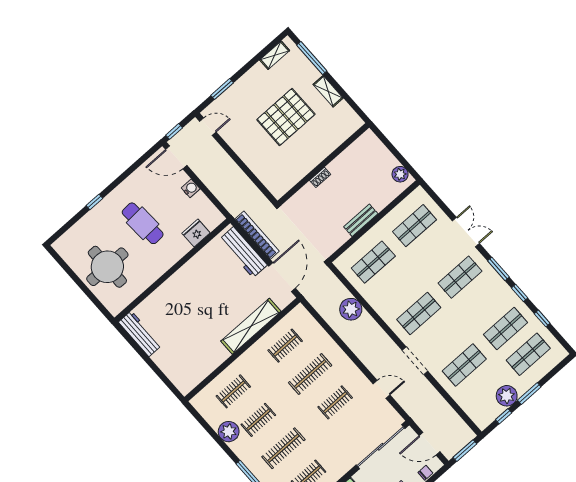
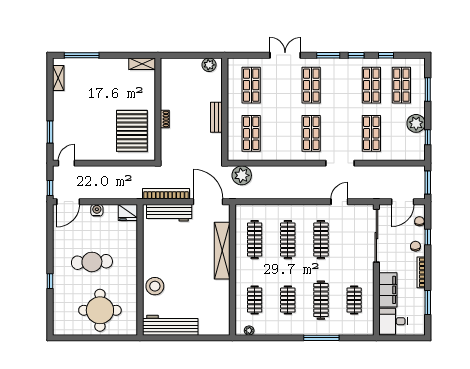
shelving: (328, 91) -> (142, 64), moved
pallet: (286, 117) -> (132, 131), moved
fridge: (196, 233) -> (128, 212), moved, turned -90
stool: (170, 295) -> (155, 286), added
plant: (351, 309) -> (242, 175), moved
workbench: (140, 334) -> (170, 325), width x1.36, depth x1.32
clothes rail: (285, 346) -> (255, 240), width x1.36
window: (529, 393) -> (428, 90), moved
clothes rail: (335, 402) -> (321, 240), width x1.36
plant: (229, 432) -> (249, 331), moved, width x0.53, depth x0.53

